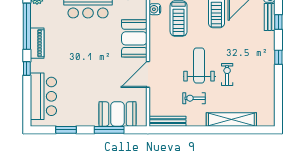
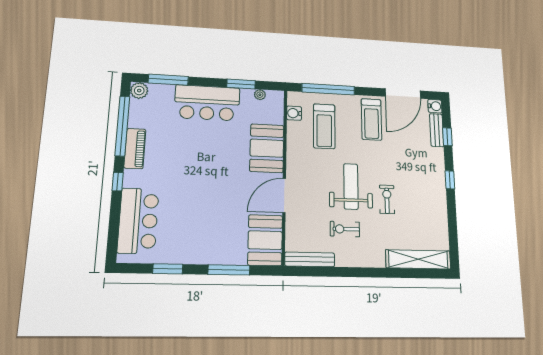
booth: (117, 114) -> (265, 240), moved, turned 90
shelving: (231, 119) -> (418, 259), moved

